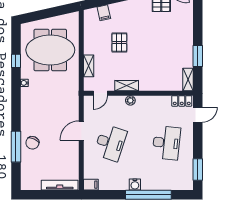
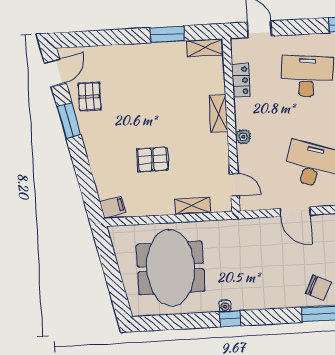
filing cabinet: (104, 13) -> (113, 207), moved
window: (16, 61) -> (230, 319), moved
shelving: (127, 86) -> (218, 113), moved
locker: (182, 101) -> (241, 80), moved

